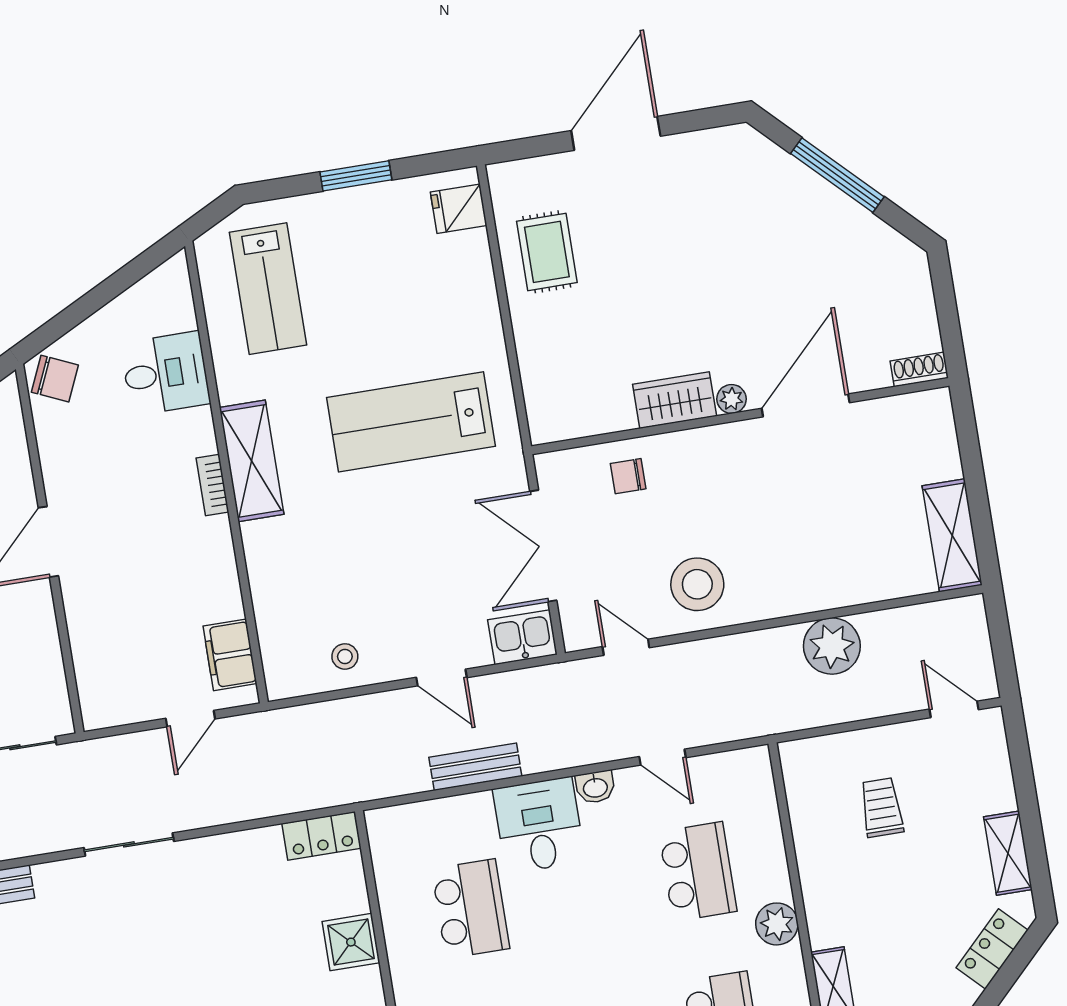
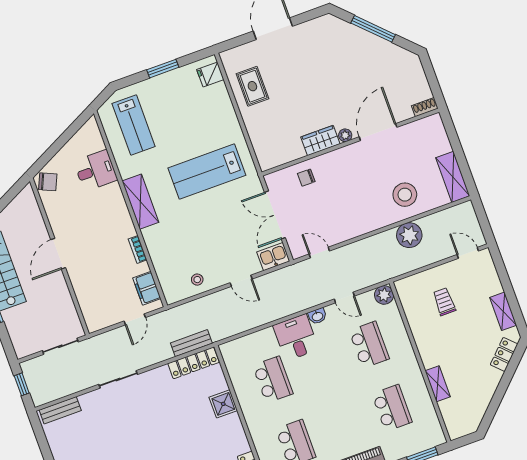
bookcase: (212, 485) -> (138, 249), moved
stool: (697, 584) -> (405, 195), moved
bench: (475, 767) -> (191, 343), moved
locker: (321, 836) -> (193, 363), width x1.53
plant: (777, 924) -> (384, 295), moved

